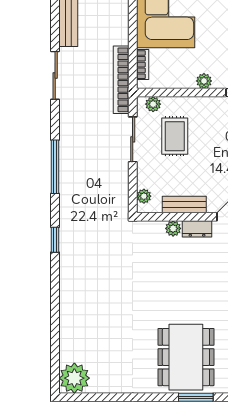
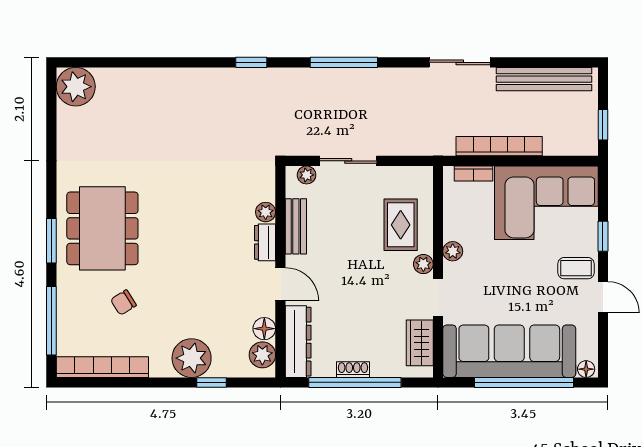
bookcase: (121, 80) -> (499, 146), moved
plant: (153, 104) -> (423, 264), moved
rug: (175, 136) -> (401, 225), moved, turned 90
sliding door: (133, 139) -> (348, 161), moved
dining table: (186, 357) -> (102, 228), turned 90

